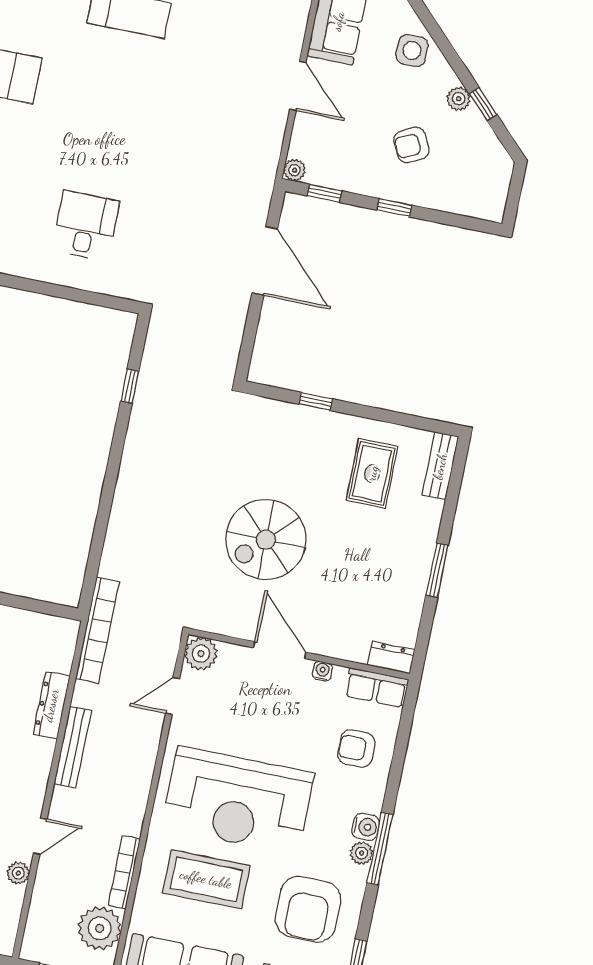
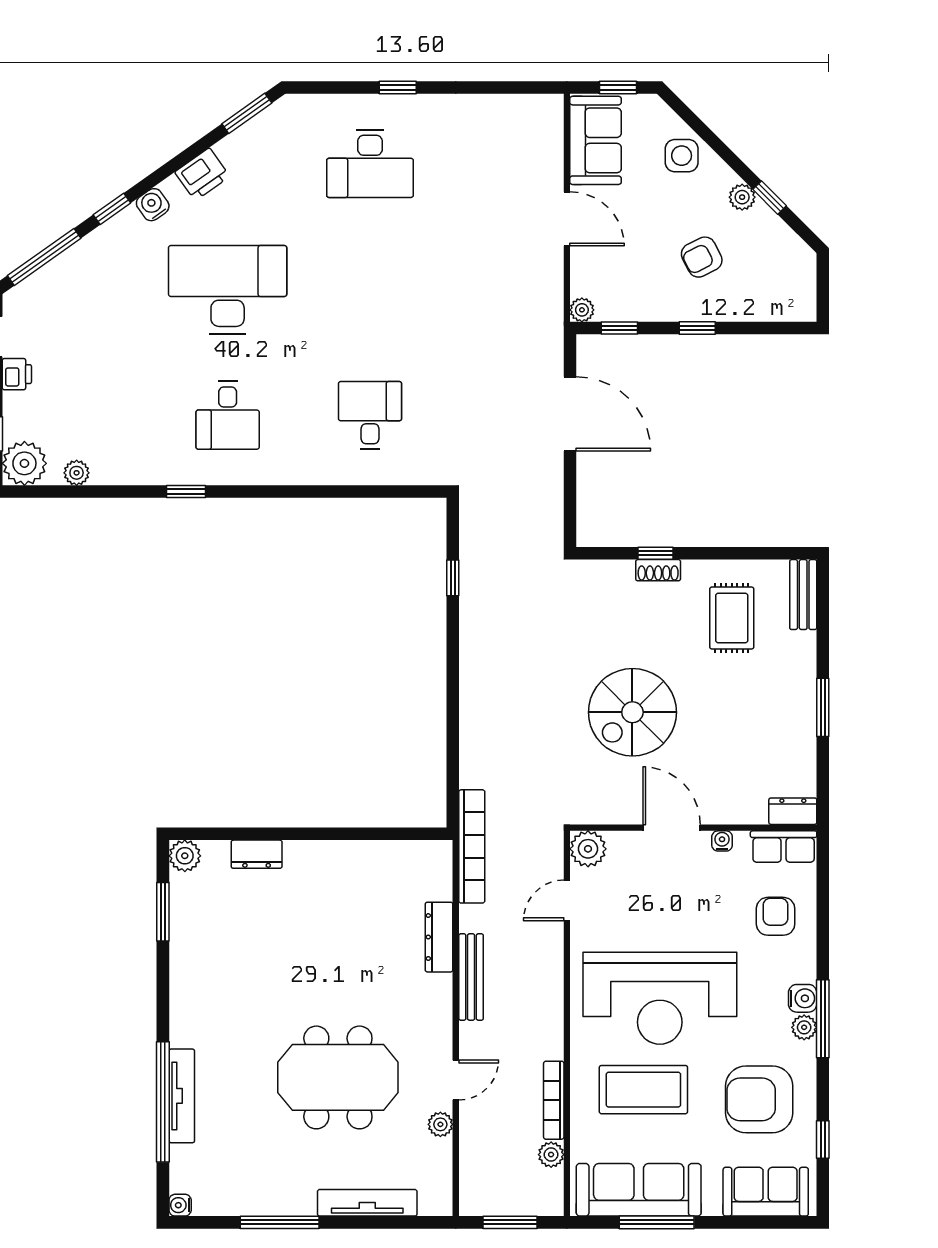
shoe rack: (315, 417) -> (658, 570), added
armchair: (356, 748) -> (776, 916), turned 90
armchair: (308, 909) -> (759, 1099), turned 90
plant: (100, 928) -> (551, 1155), width x0.53, depth x0.53

